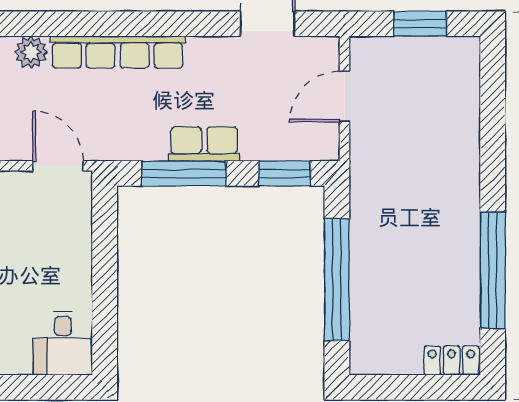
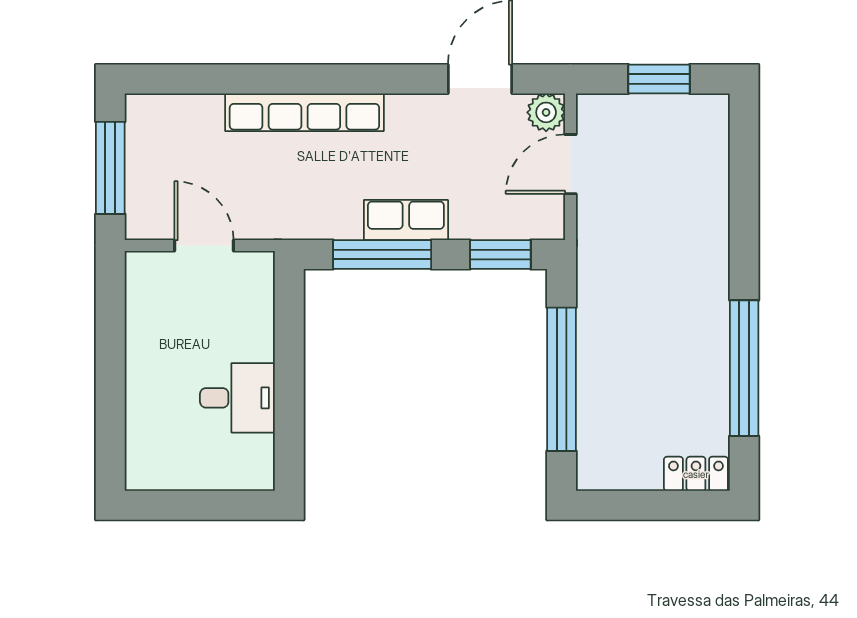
plant: (31, 52) -> (546, 112), moved
door: (58, 166) -> (204, 246), moved
desk: (63, 343) -> (237, 398), moved, turned -90

